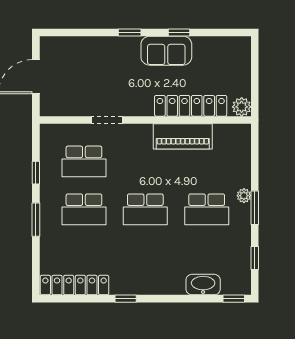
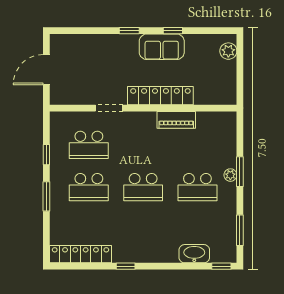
locker: (191, 106) -> (160, 96), moved
plant: (242, 107) -> (228, 51), moved
piano: (183, 136) -> (176, 120), width x0.73, depth x0.75
window: (255, 208) -> (240, 172), moved
window: (255, 258) -> (240, 230), width x1.50

